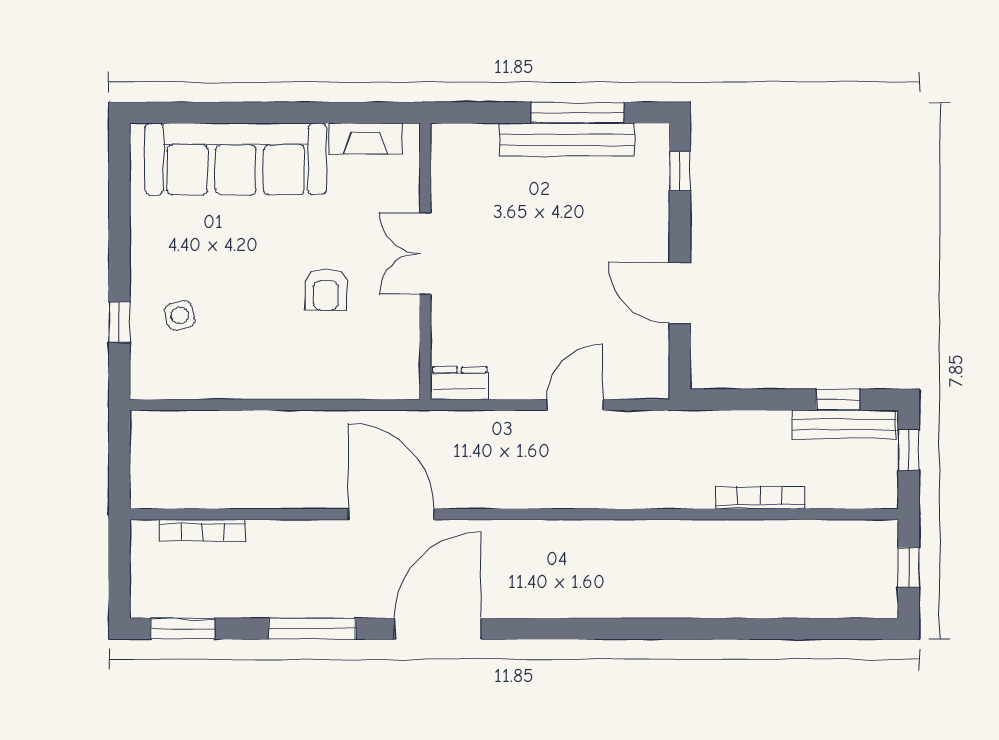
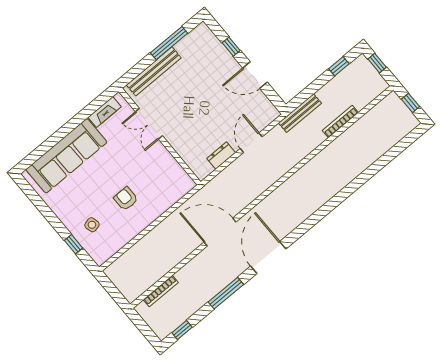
bench: (567, 140) -> (154, 71), moved
window: (680, 171) -> (231, 47), moved
double door: (425, 254) -> (149, 124), moved
armchair: (326, 290) -> (126, 199), moved, turned 180
dresser: (460, 383) -> (221, 156), moved
bench: (844, 424) -> (300, 113), moved
window: (183, 629) -> (182, 330), width x0.67

